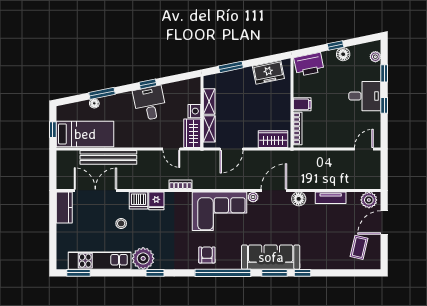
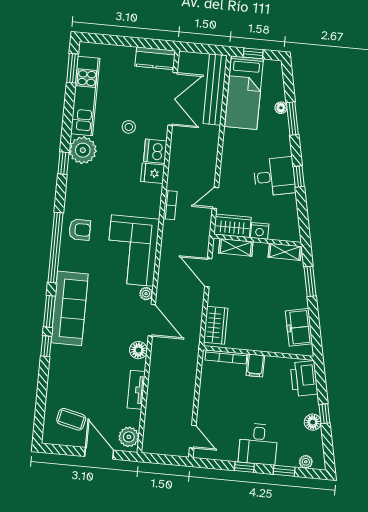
shelving: (209, 102) -> (285, 252), moved
bench: (108, 157) -> (215, 89), moved

